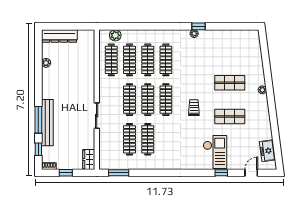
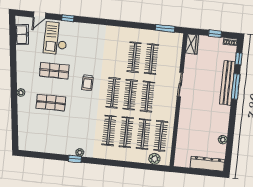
checkout: (215, 152) -> (56, 38), moved

